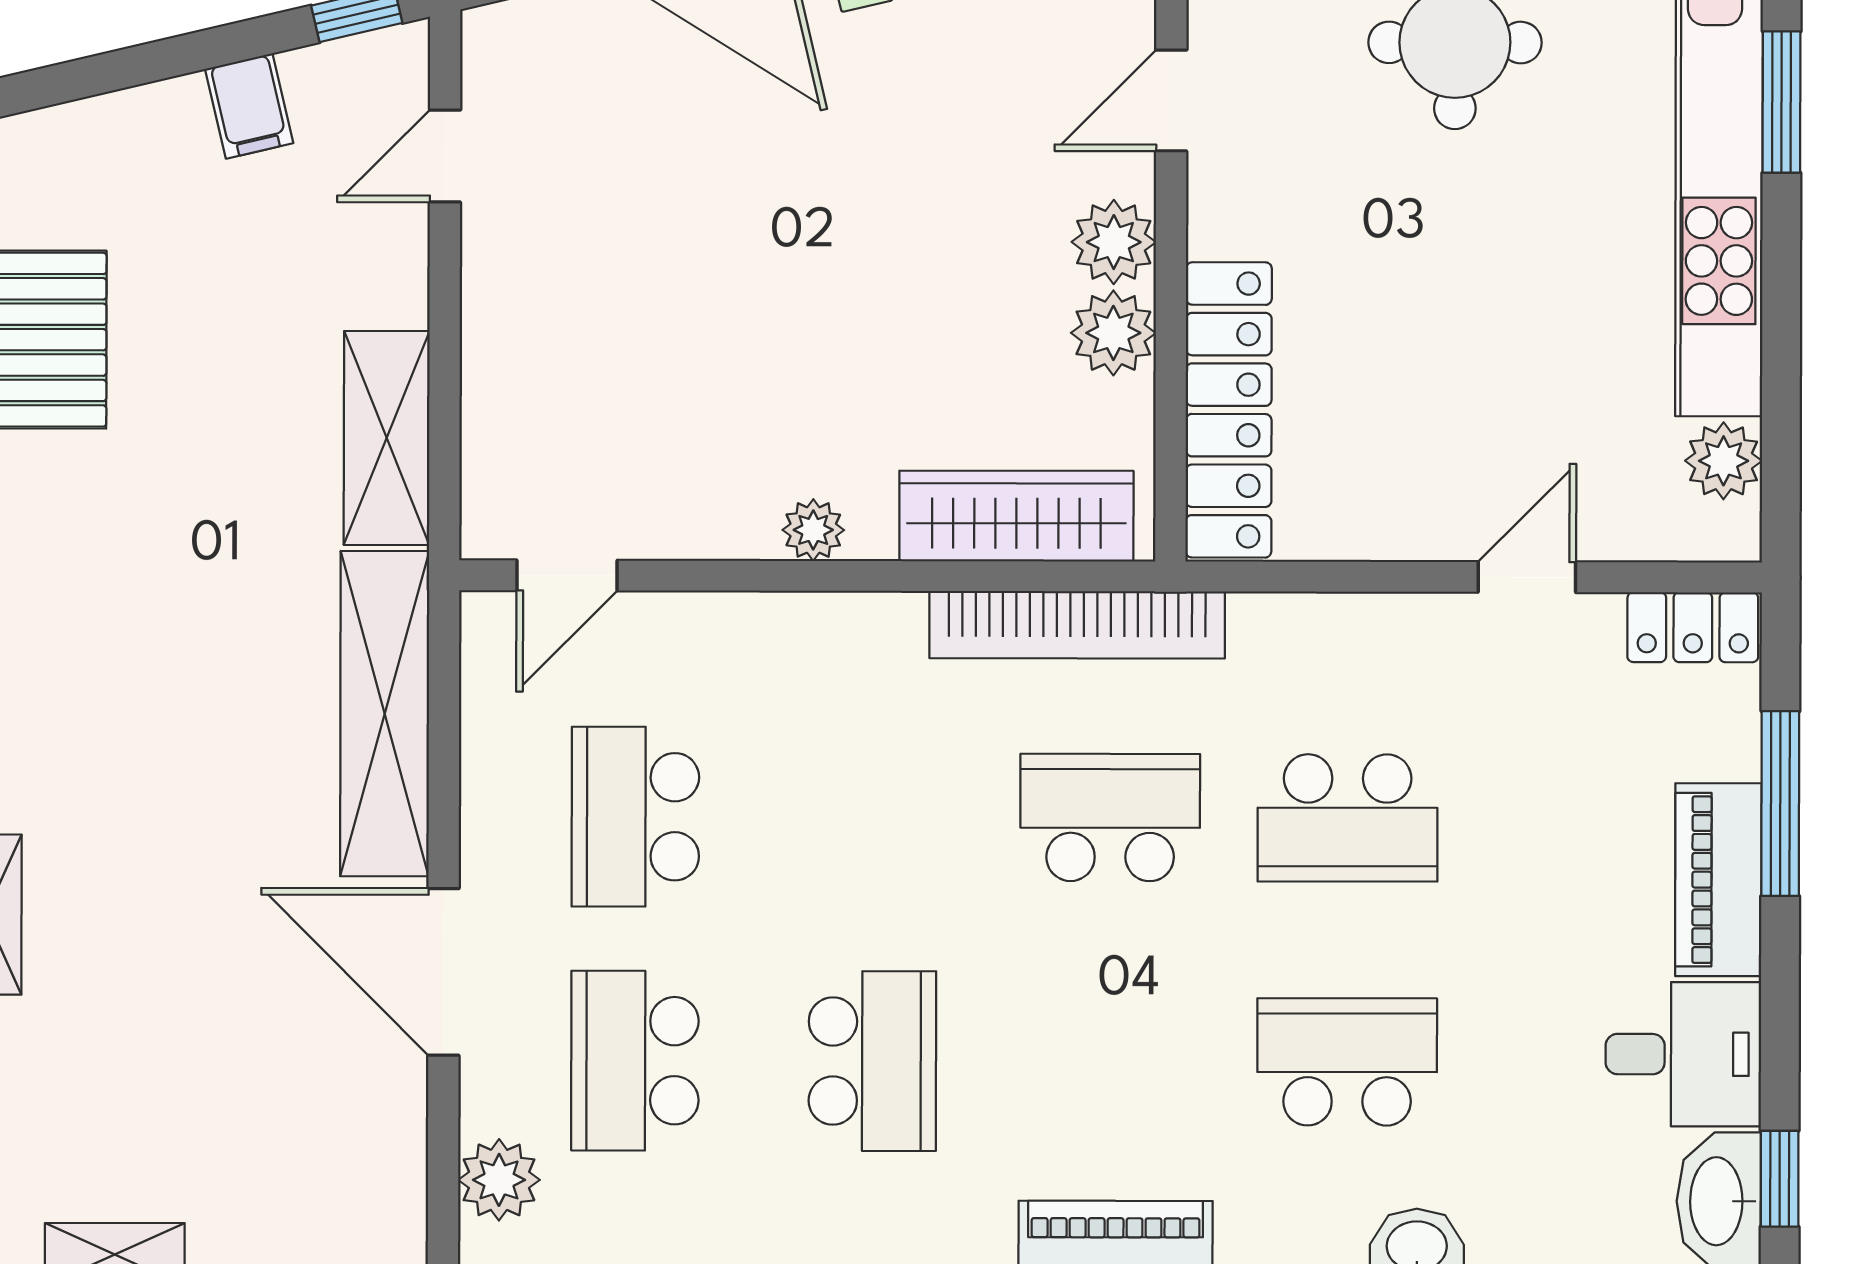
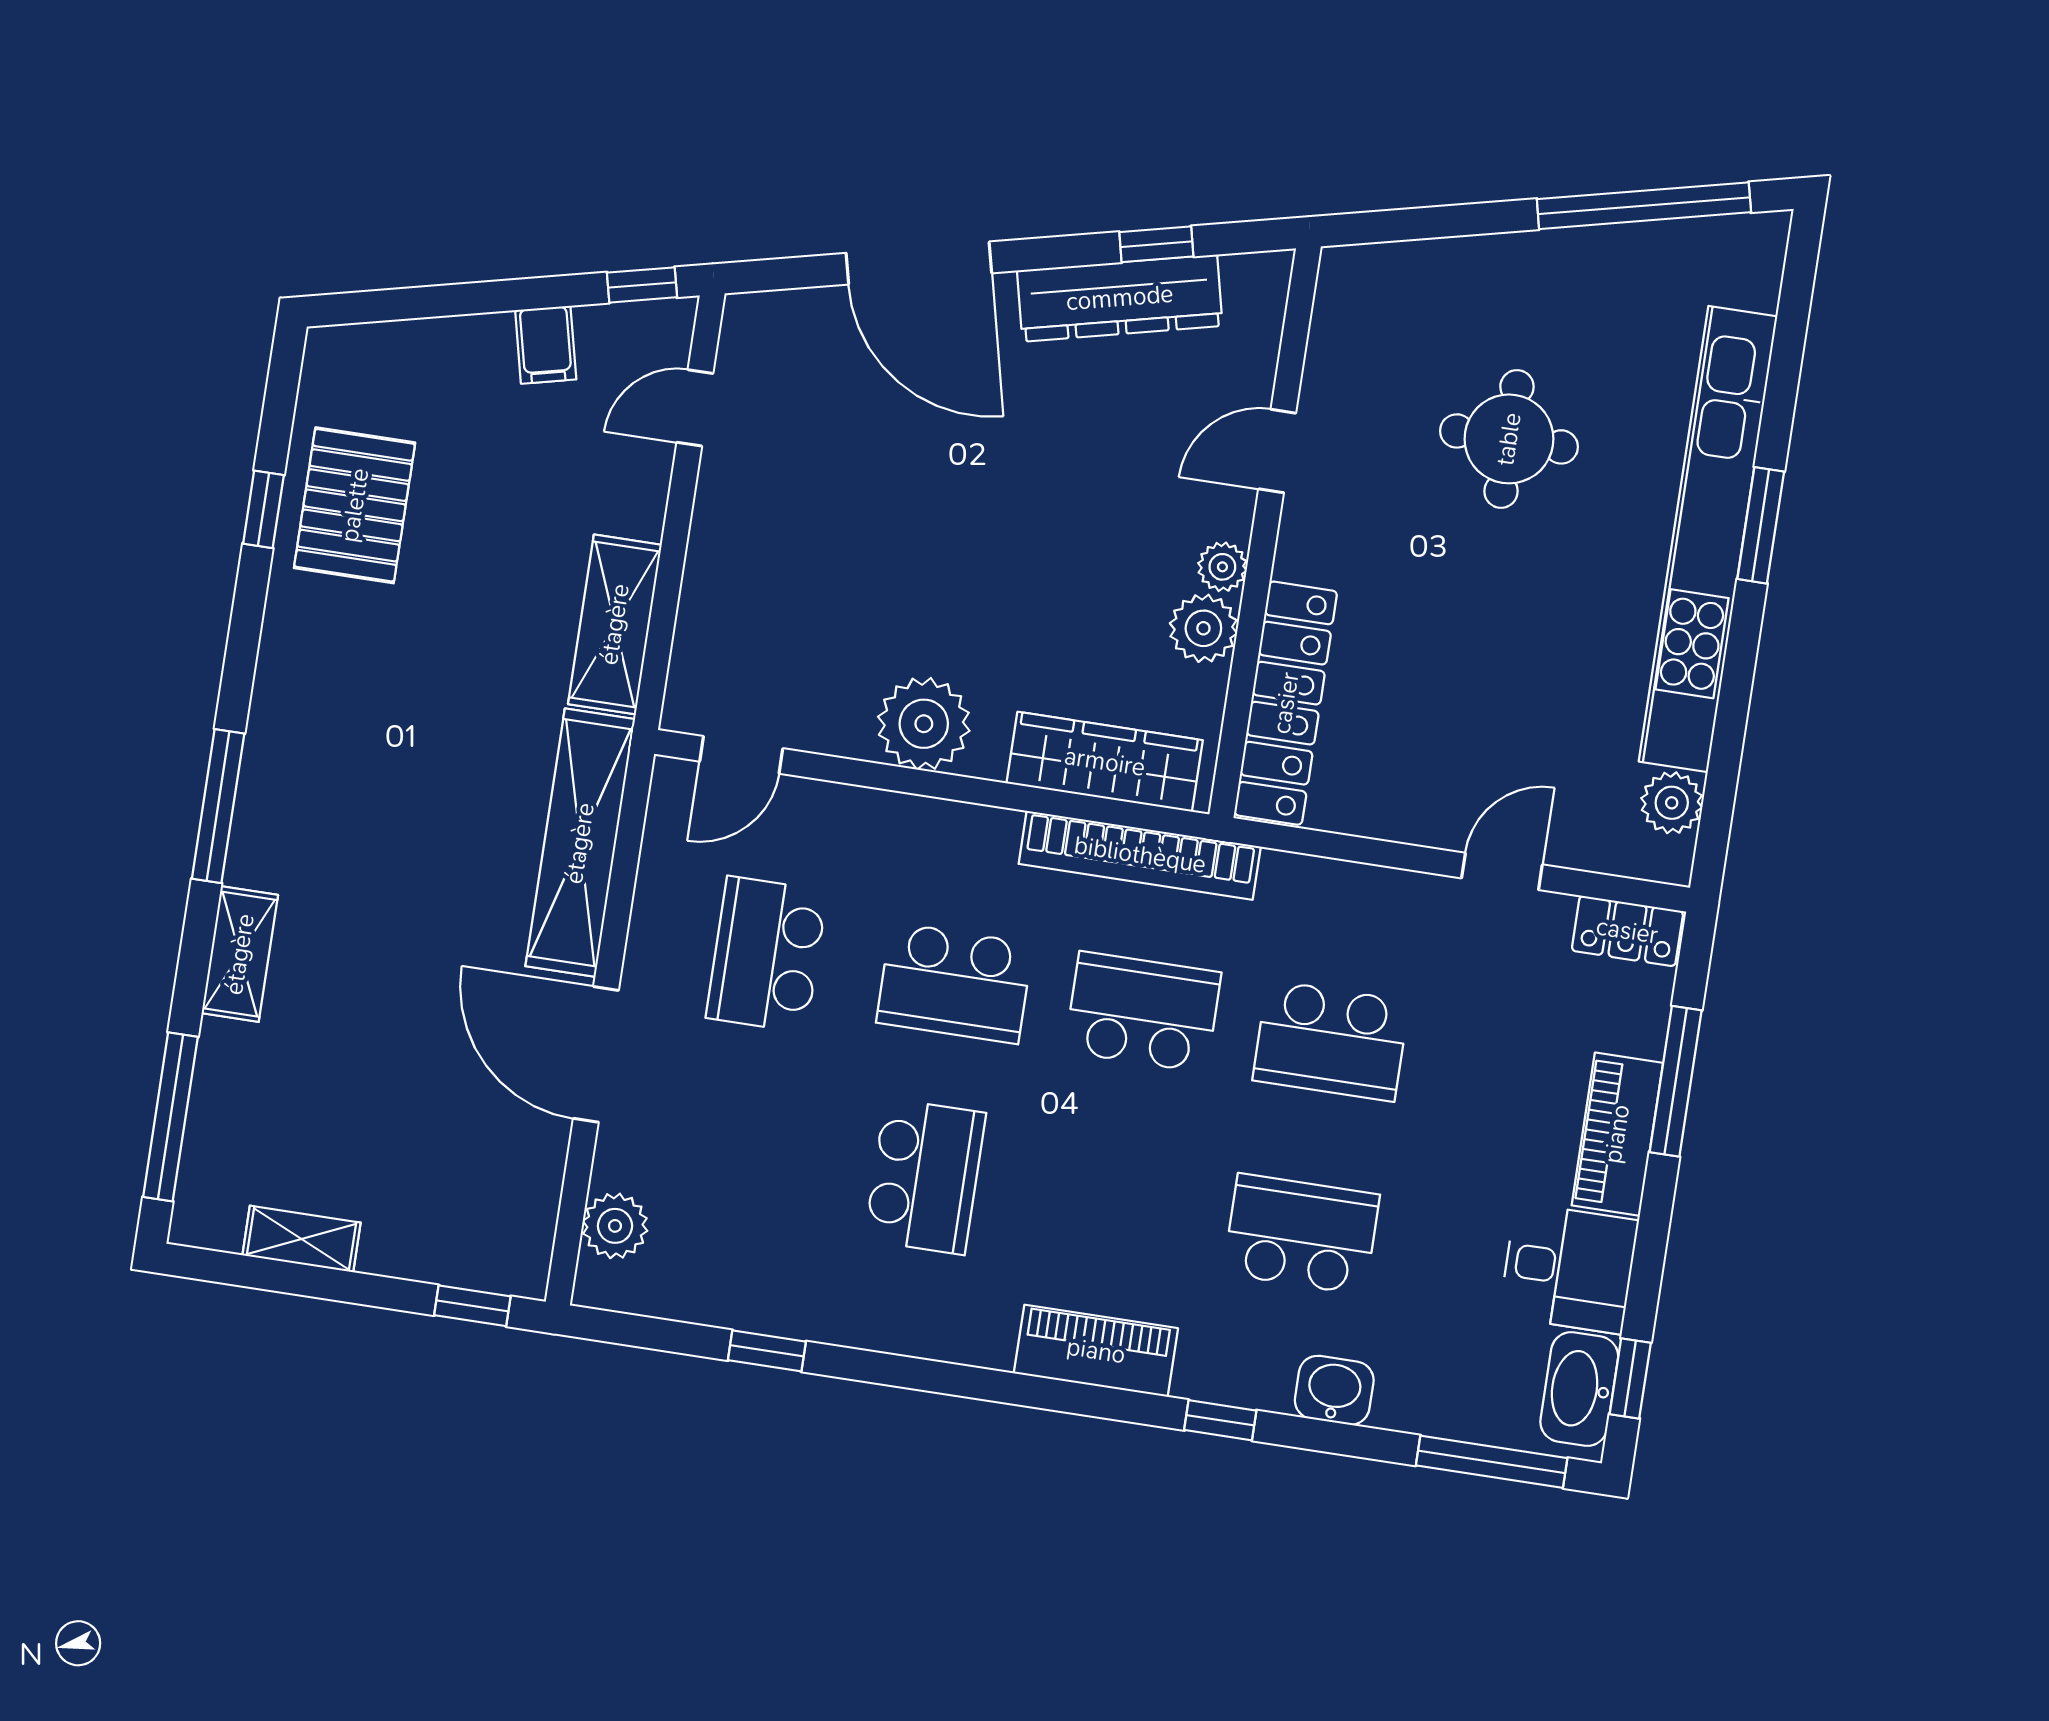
plant: (1114, 242) -> (1222, 567), width x0.73, depth x0.73
plant: (813, 530) -> (924, 724), width x1.87, depth x1.87
school desk: (635, 1061) -> (955, 983), moved, turned -90

